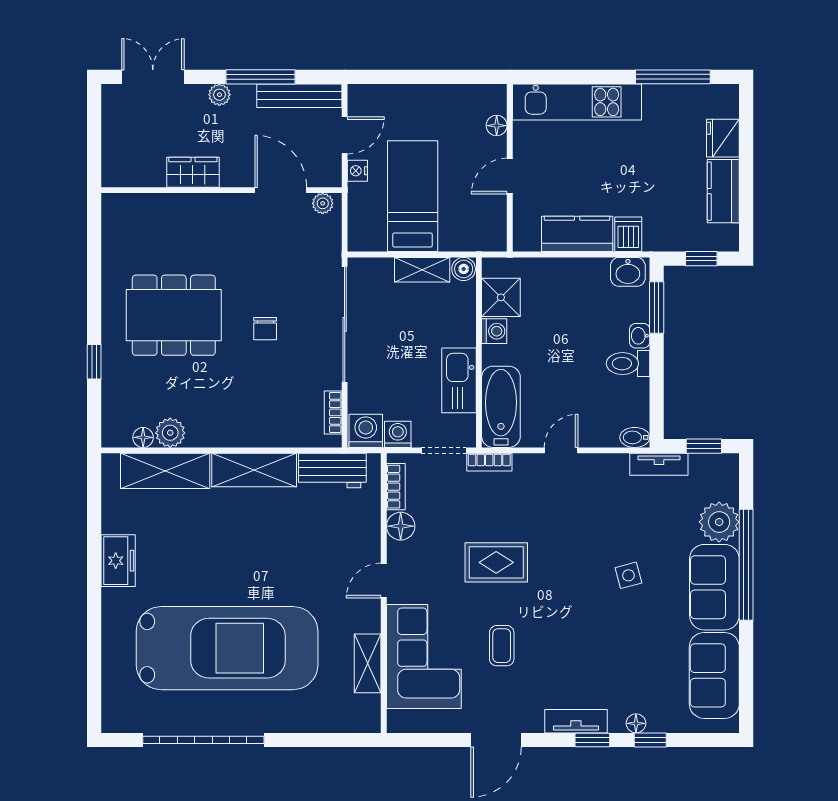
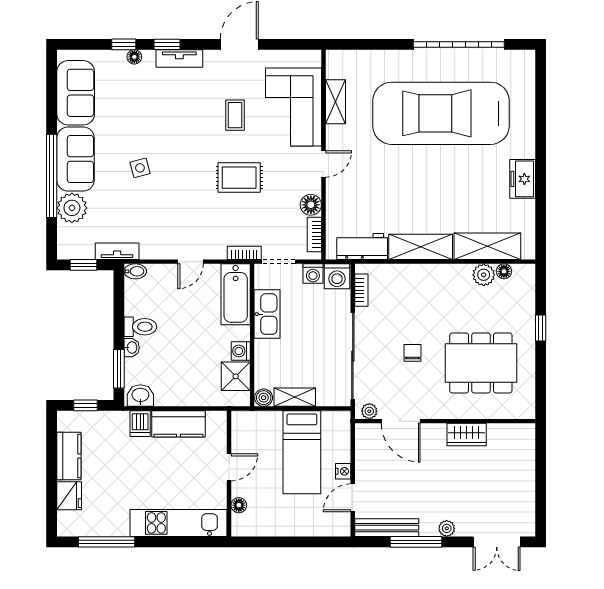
wardrobe: (193, 172) -> (467, 435), moved
wall: (221, 190) -> (445, 421), moved
door: (281, 190) -> (401, 421), moved
plant: (323, 203) -> (369, 411), moved

